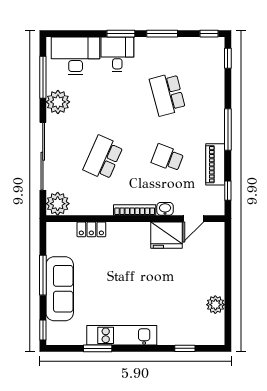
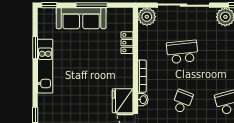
school desk: (103, 158) -> (182, 52), turned -30

